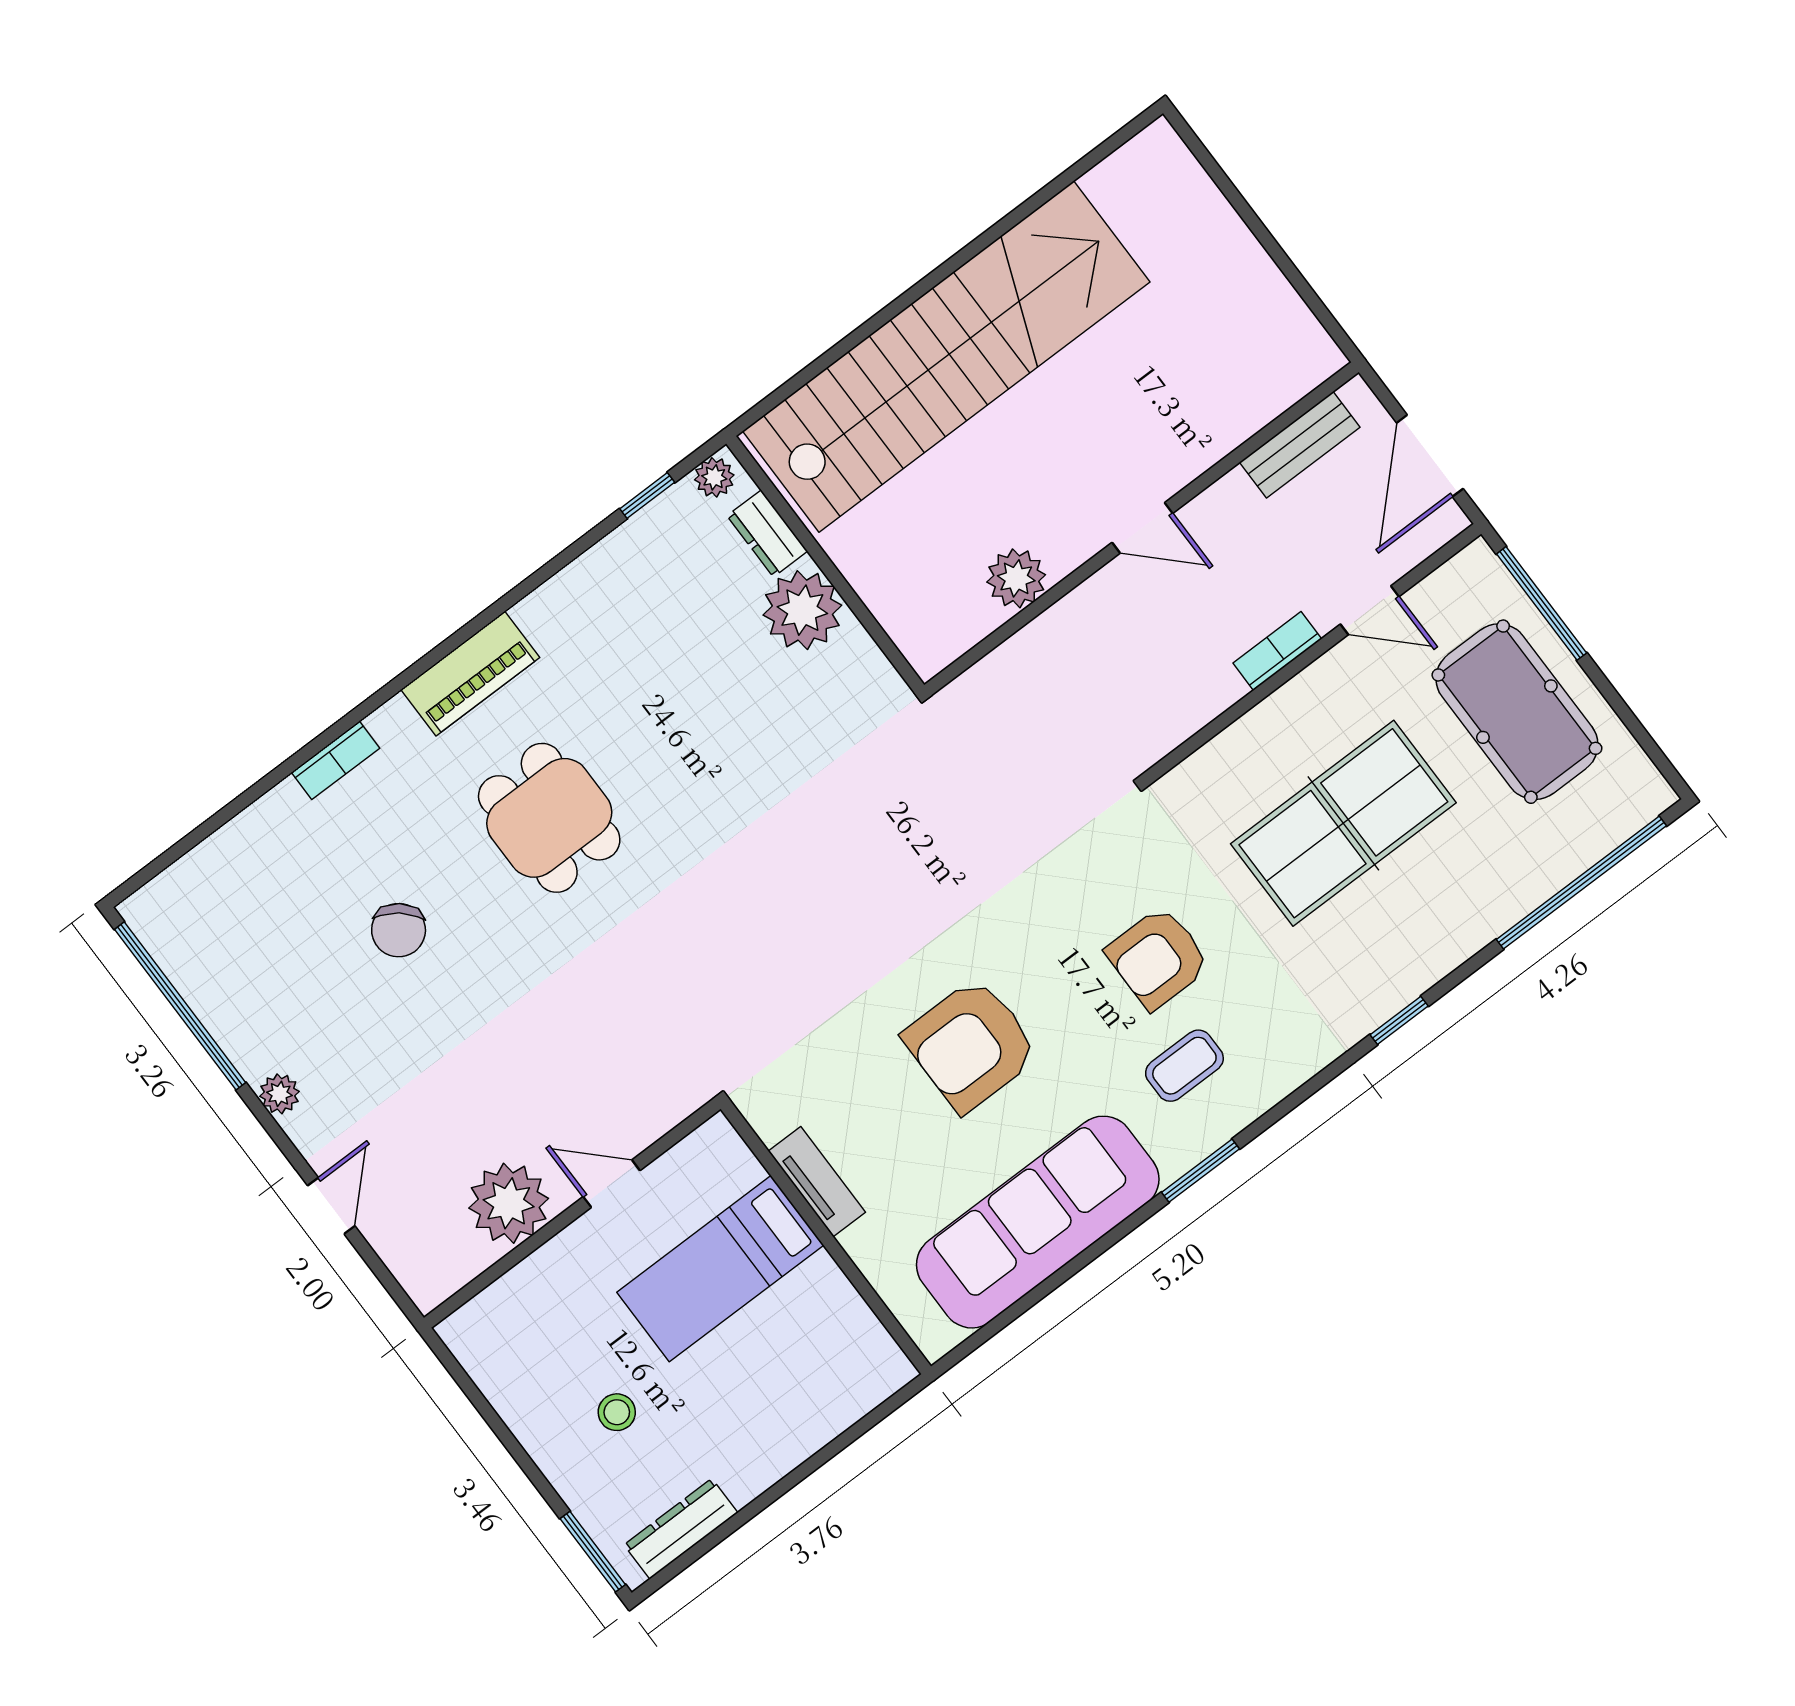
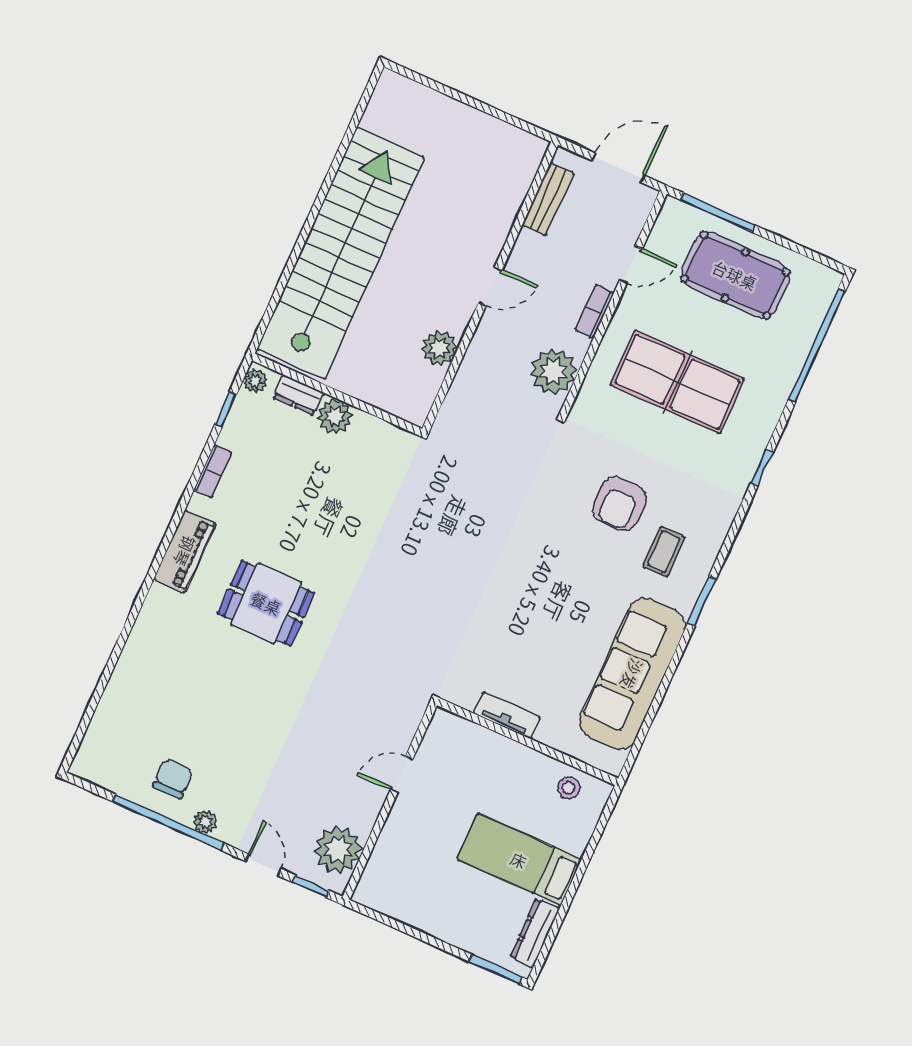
door: (1430, 456) -> (618, 168), swing flipped
plant: (802, 610) -> (335, 416), width x0.73, depth x0.73
plant: (1167, 706) -> (553, 371), added
bookcase: (336, 760) -> (213, 471), moved
table tennis table: (1343, 823) -> (677, 382), turned 90
chair: (399, 930) -> (173, 779), moved, turned -129
window: (180, 1006) -> (168, 822), moved
armchair: (971, 1045) -> (548, 601), removed
plant: (509, 1203) -> (338, 850), moved
bed: (720, 1269) -> (519, 860), moved, turned 90
window: (385, 1277) -> (311, 886), added
stool: (617, 1412) -> (569, 788), moved

